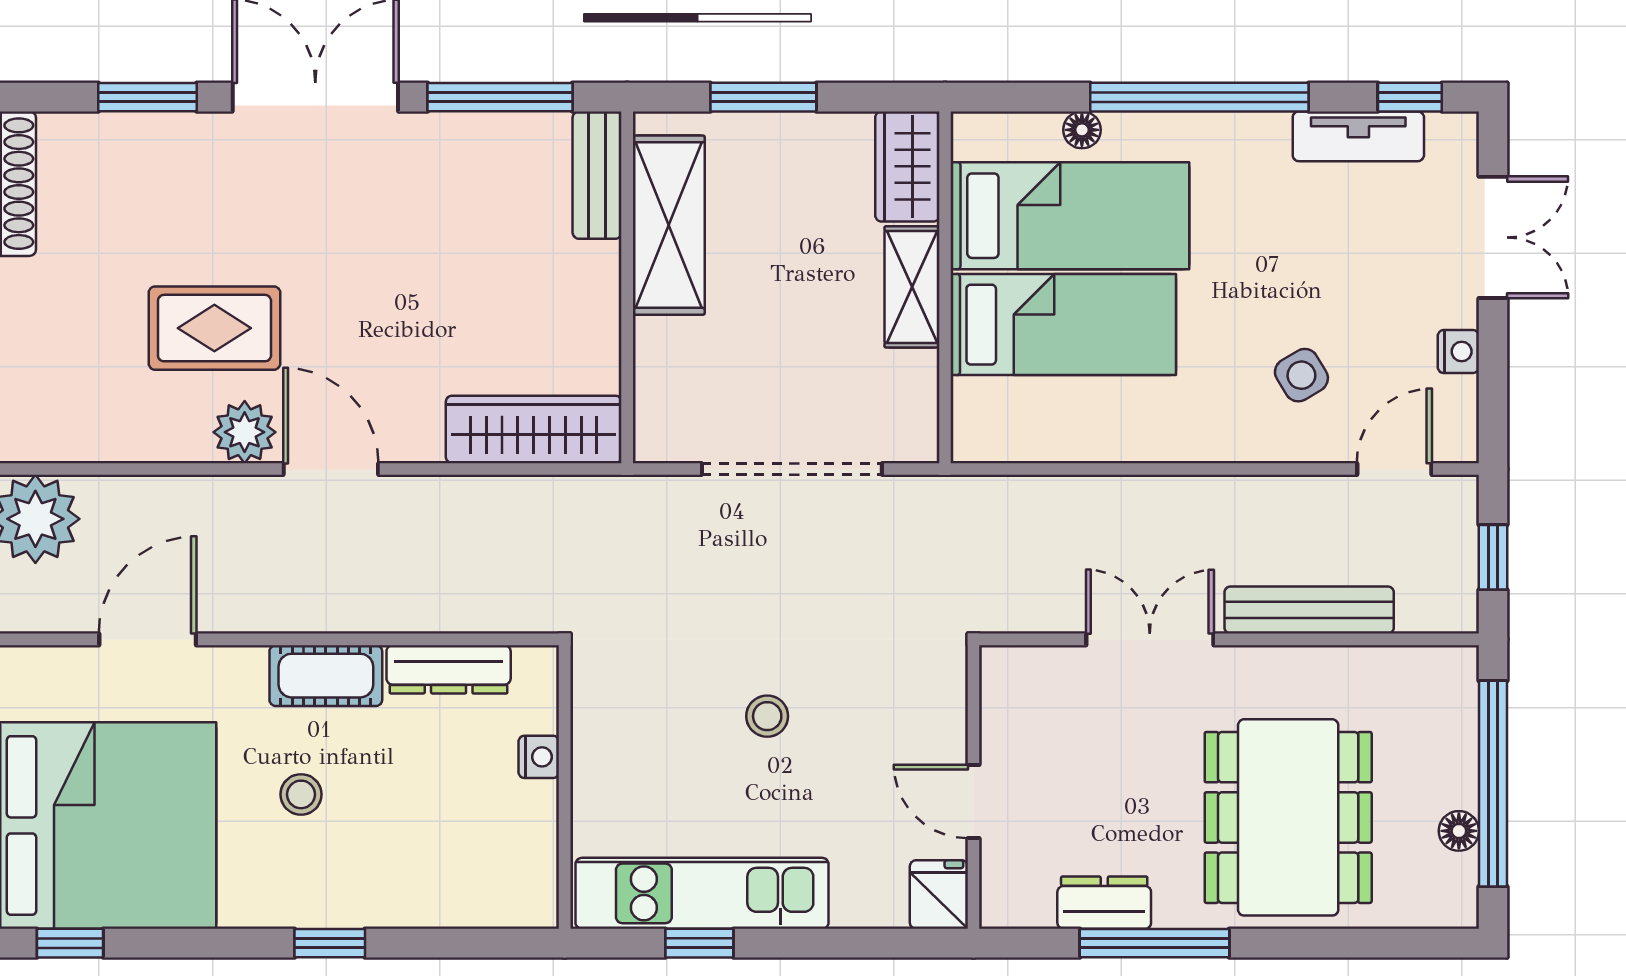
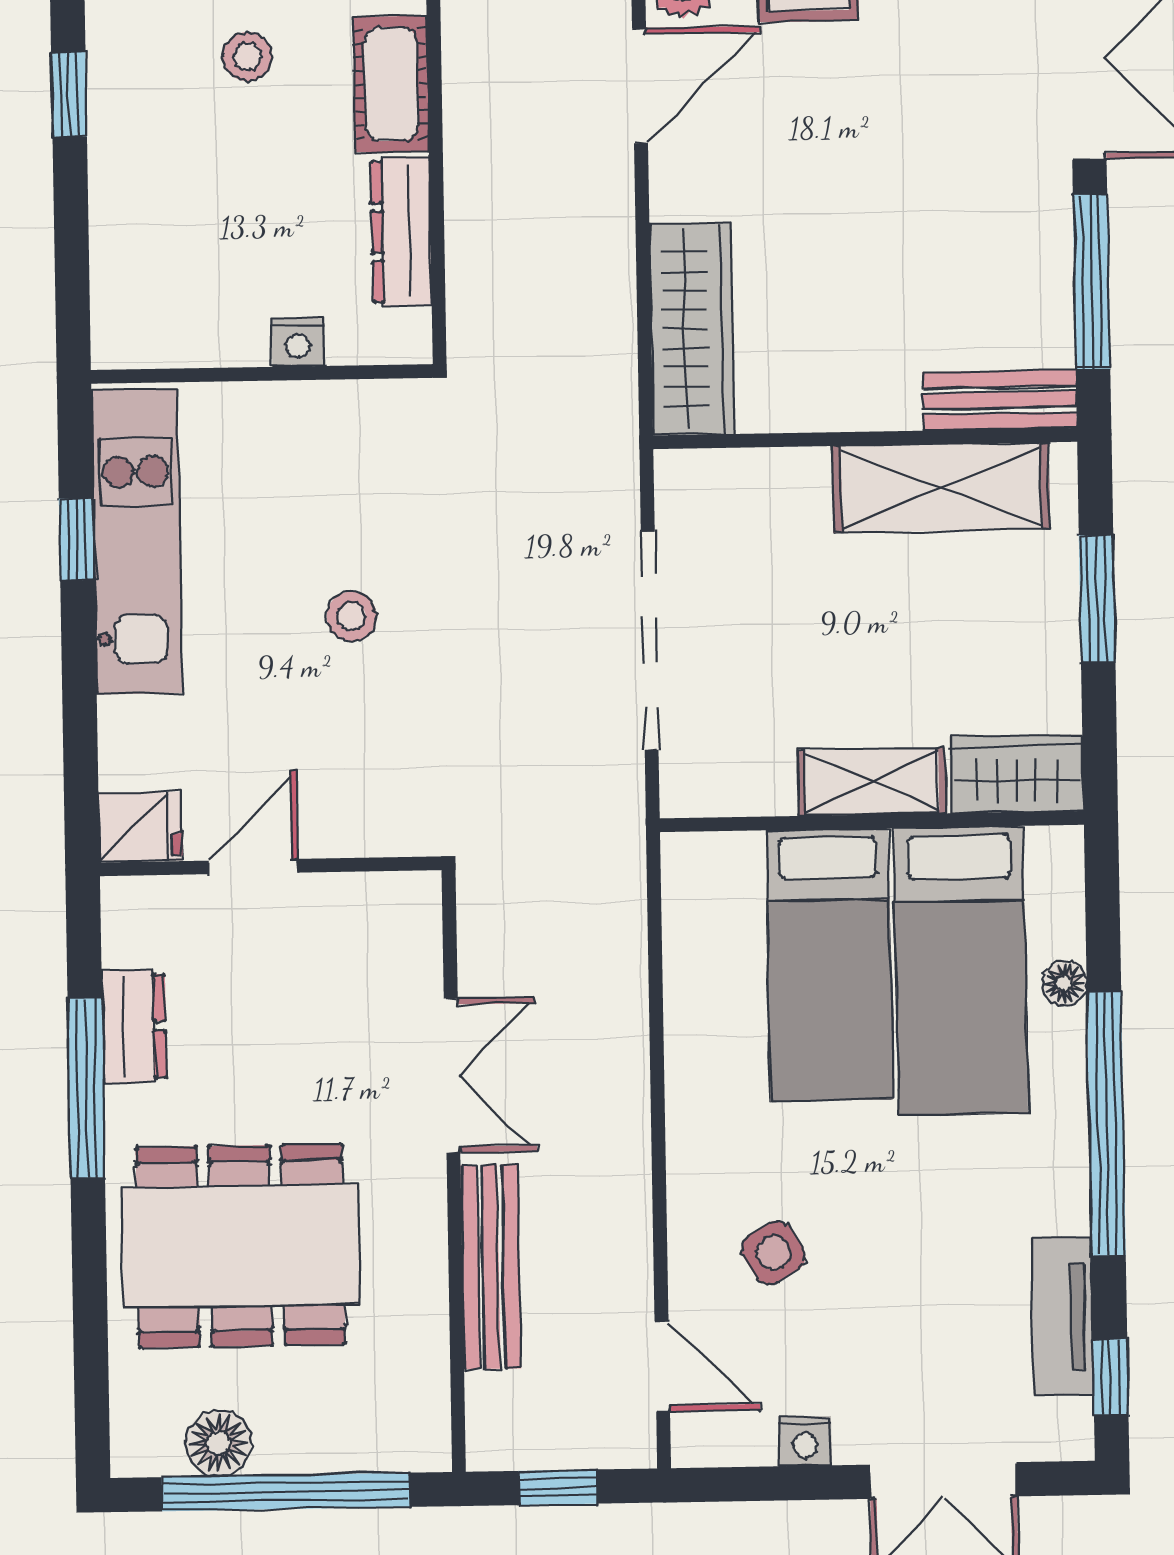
floor lamp: (1459, 831) -> (219, 1443), width x1.37, depth x1.37

